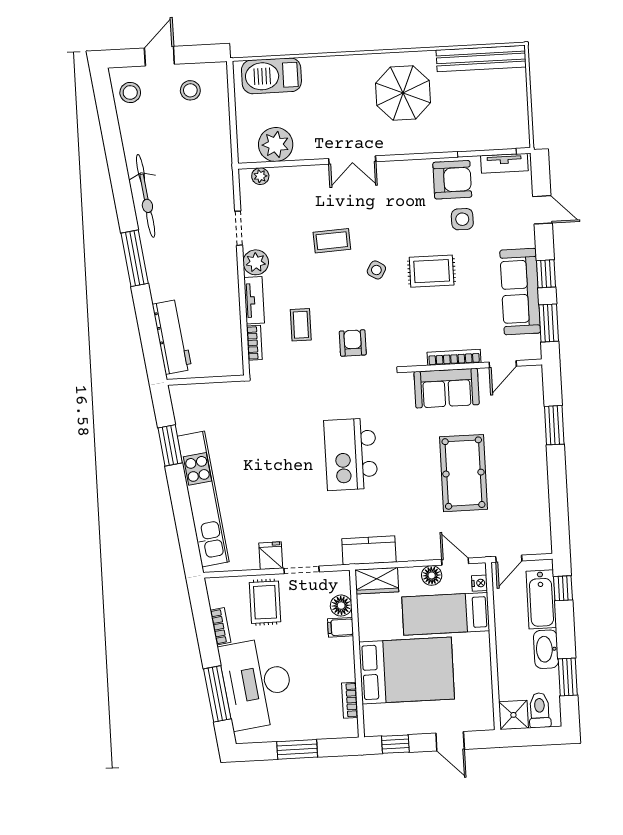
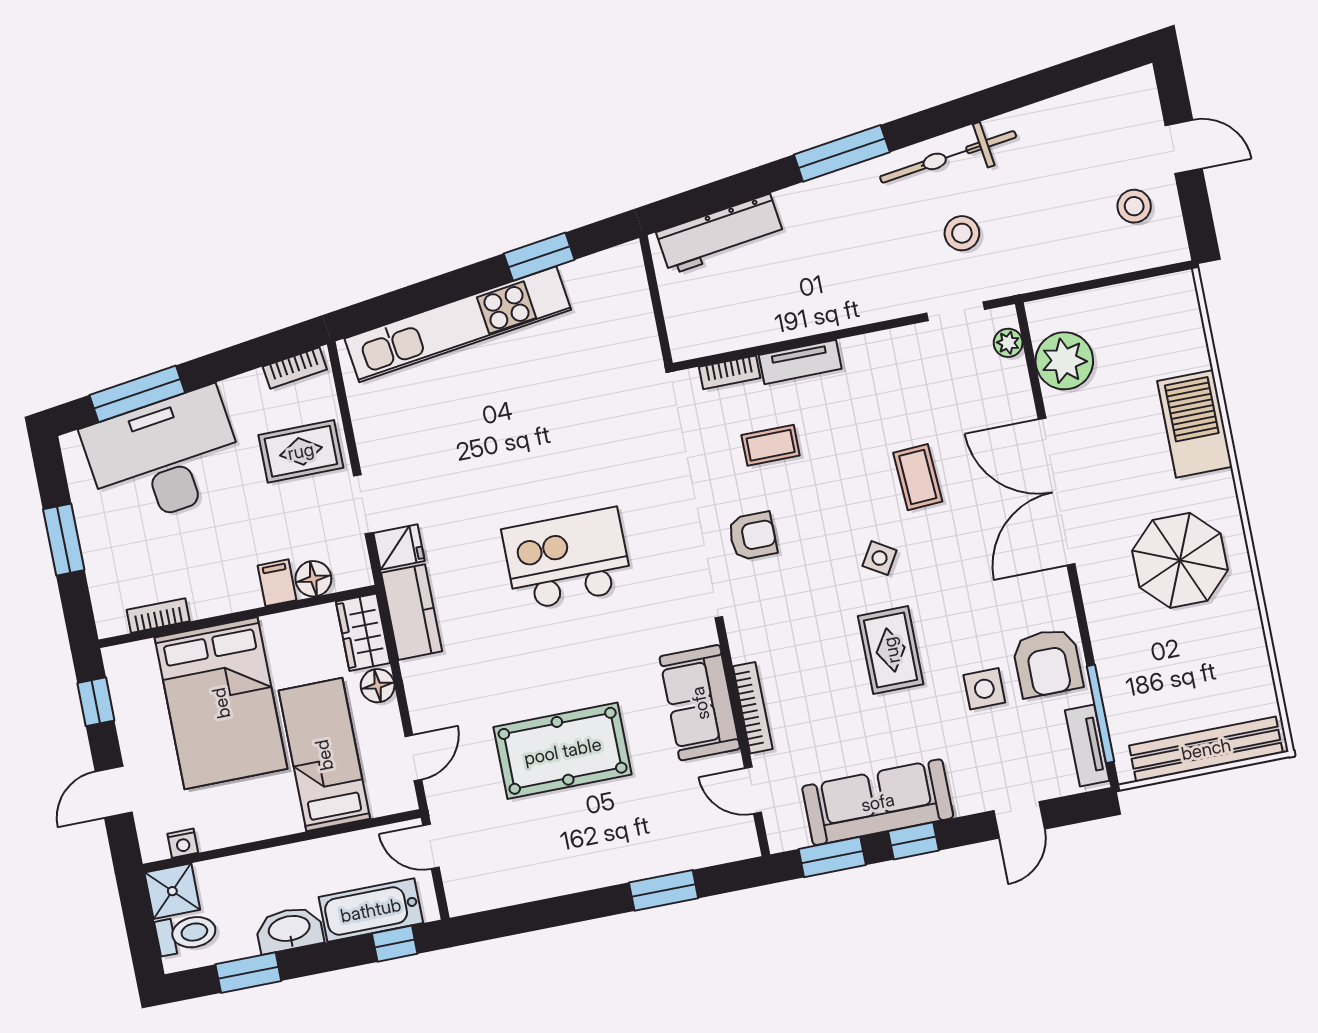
bench: (481, 58) -> (1206, 749), moved, turned 90
barbecue: (271, 76) -> (1195, 424), moved
stool: (130, 92) -> (962, 233), moved
double door: (352, 160) -> (1057, 492), width x1.87
doorway: (239, 228) -> (956, 311), moved
plant: (256, 262) -> (864, 356), removed
fridge: (271, 556) -> (399, 547), moved
floor lamp: (432, 575) -> (378, 686), moved
nightstand: (479, 583) -> (183, 843), moved
bookcase: (220, 626) -> (295, 368), moved

